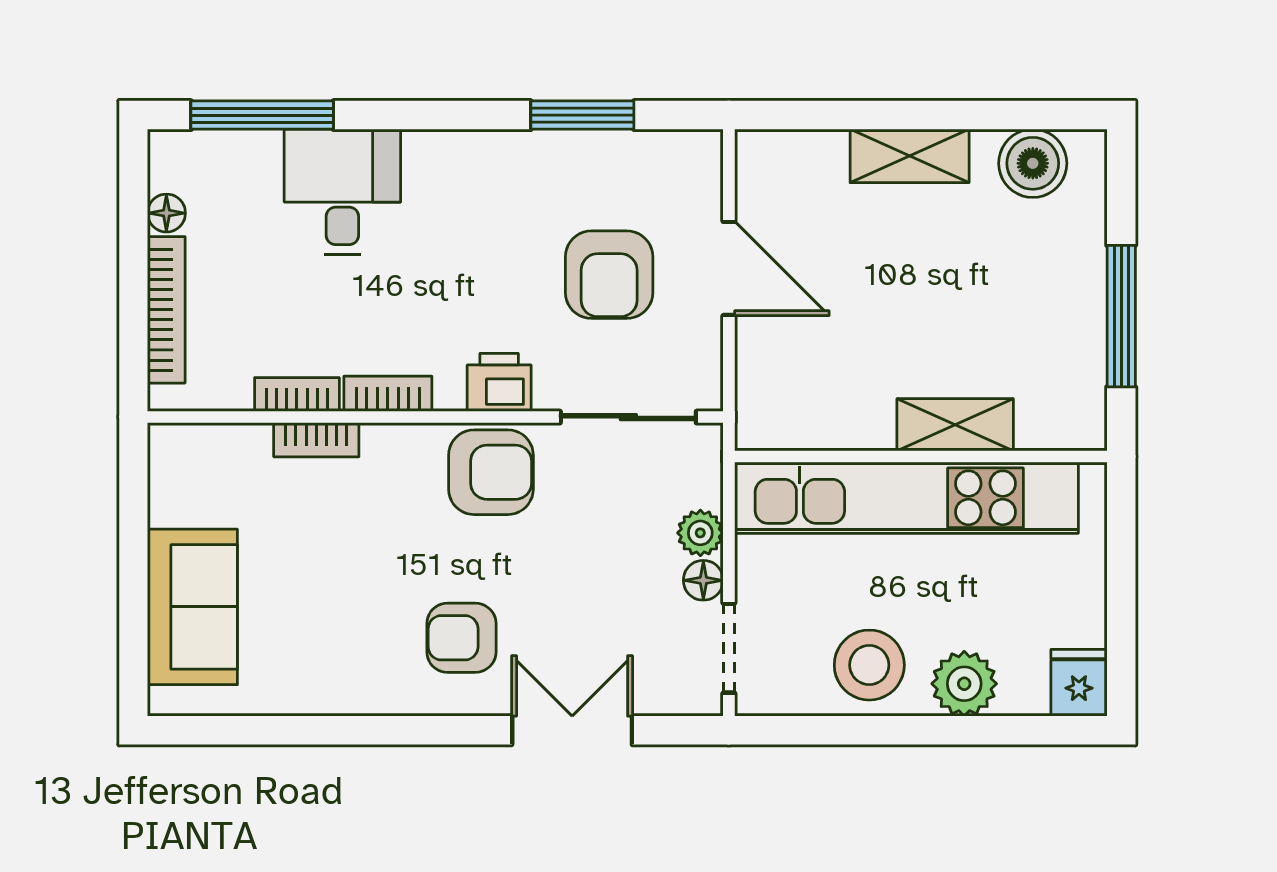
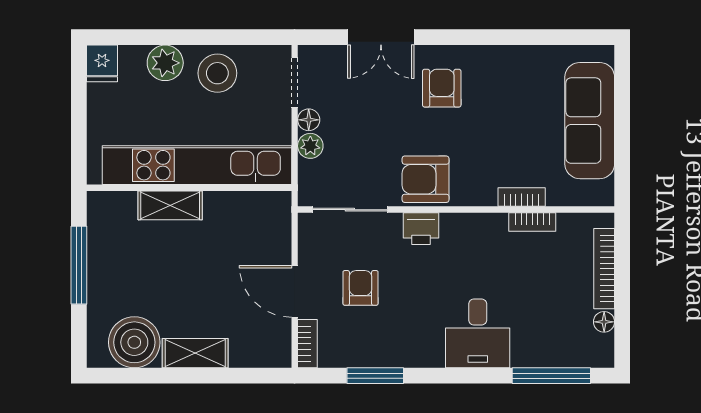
boiler: (1033, 163) -> (134, 342), width x1.37, depth x1.37
desk: (342, 192) -> (478, 333), moved
armchair: (609, 275) -> (361, 288), width x0.72, depth x0.72
bookcase: (388, 394) -> (307, 344), moved, turned -90
sofa: (192, 607) -> (590, 121), width x1.36
armchair: (461, 638) -> (442, 88), turned -90

